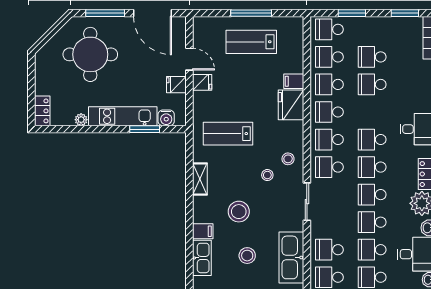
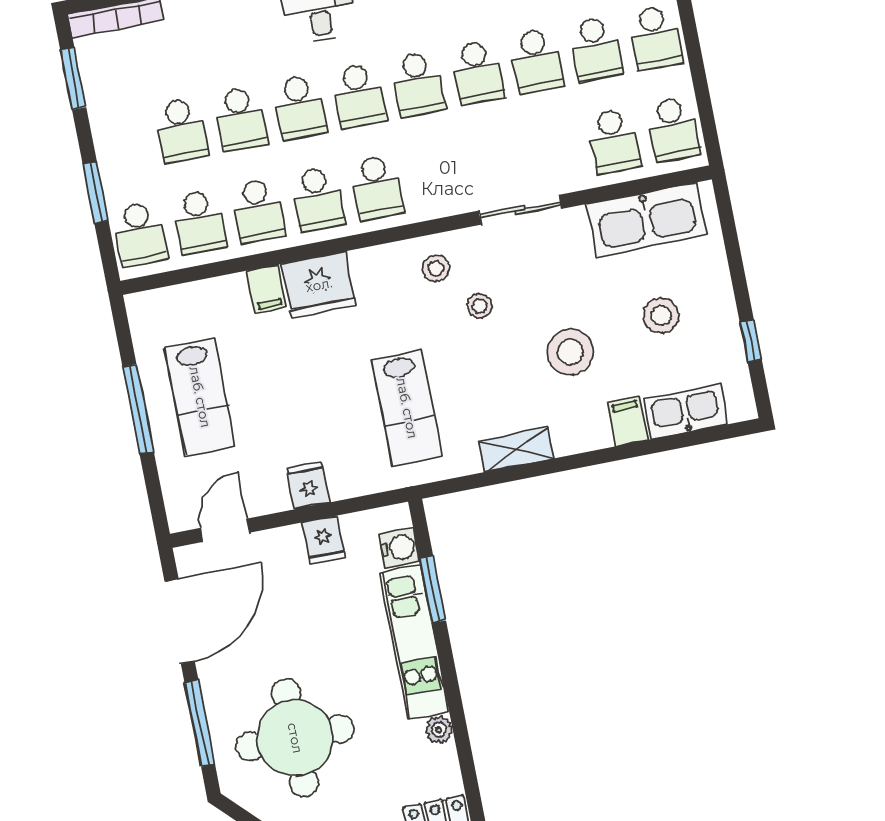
door: (189, 59) -> (225, 530), moved
school desk: (329, 167) -> (300, 107), moved

